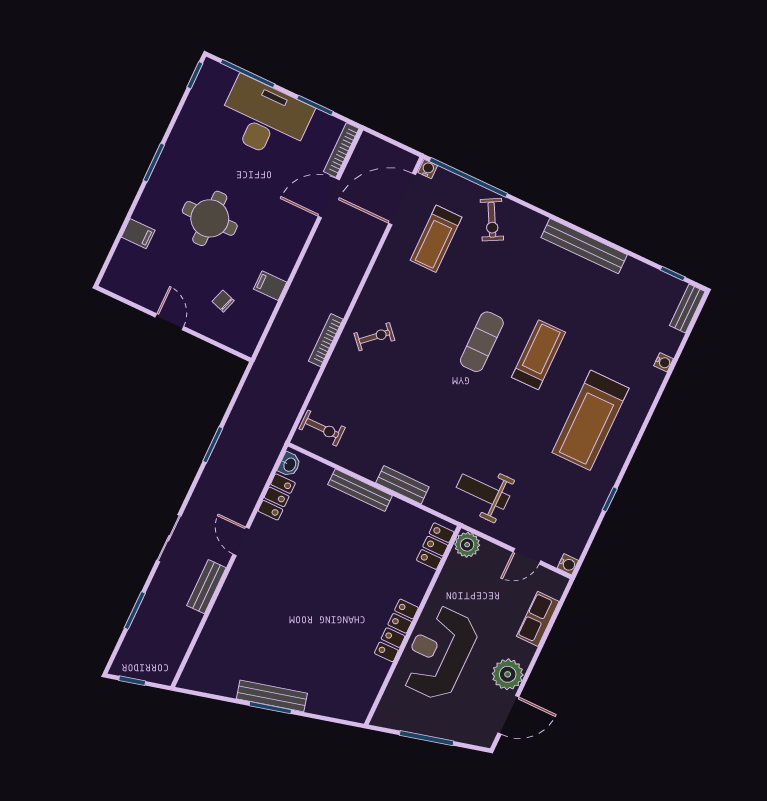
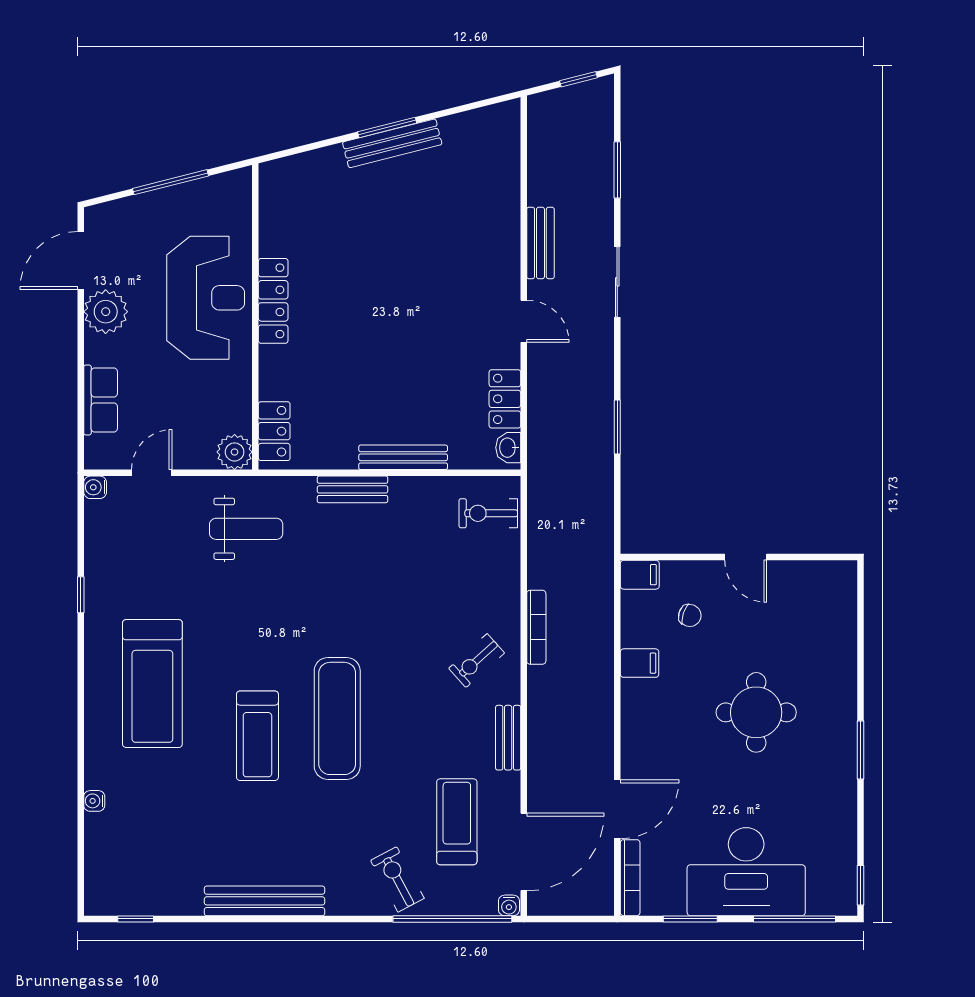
filing cabinet: (138, 234) -> (640, 575), moved, turned 180
bench: (687, 308) -> (508, 738), moved
exercise mat: (482, 342) -> (337, 718), width x1.36, depth x1.45
treadmill: (590, 420) -> (152, 684), turned 180

